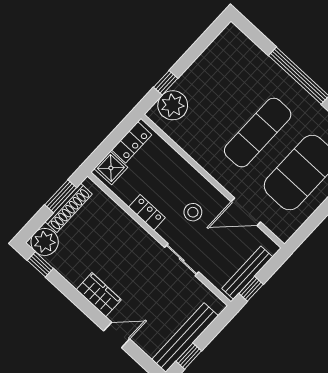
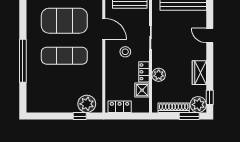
shower: (111, 168) -> (142, 90), moved
window: (61, 196) -> (189, 116), moved
plant: (126, 227) -> (159, 75), added
wardrobe: (99, 295) -> (199, 73), moved

